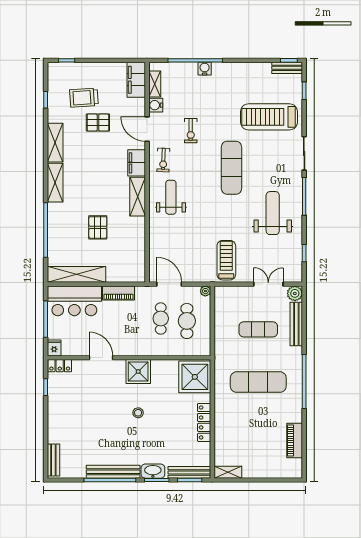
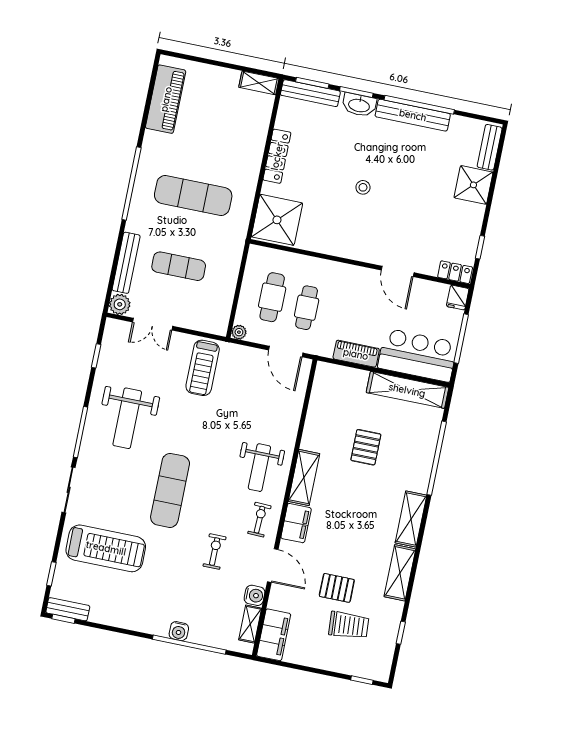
shower: (138, 372) -> (473, 185), moved
piano: (295, 441) -> (166, 99), width x1.37, depth x1.33

